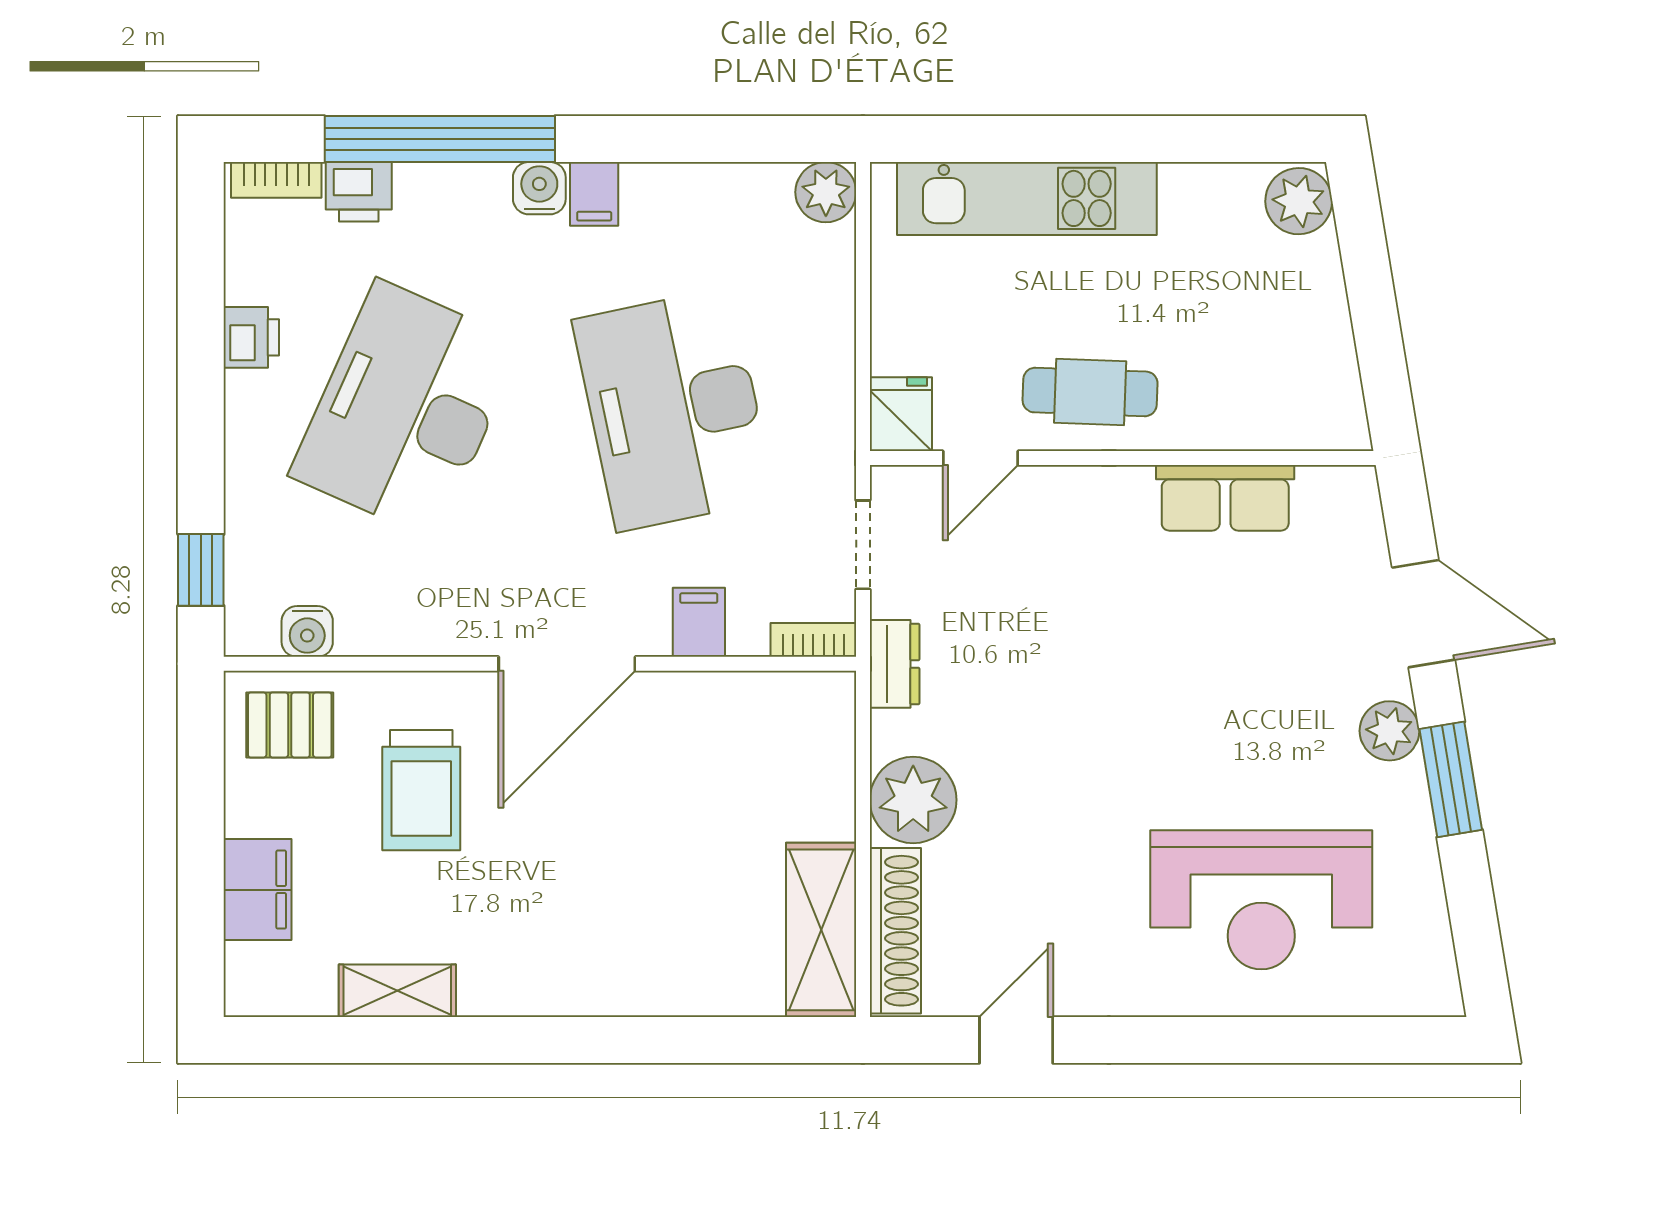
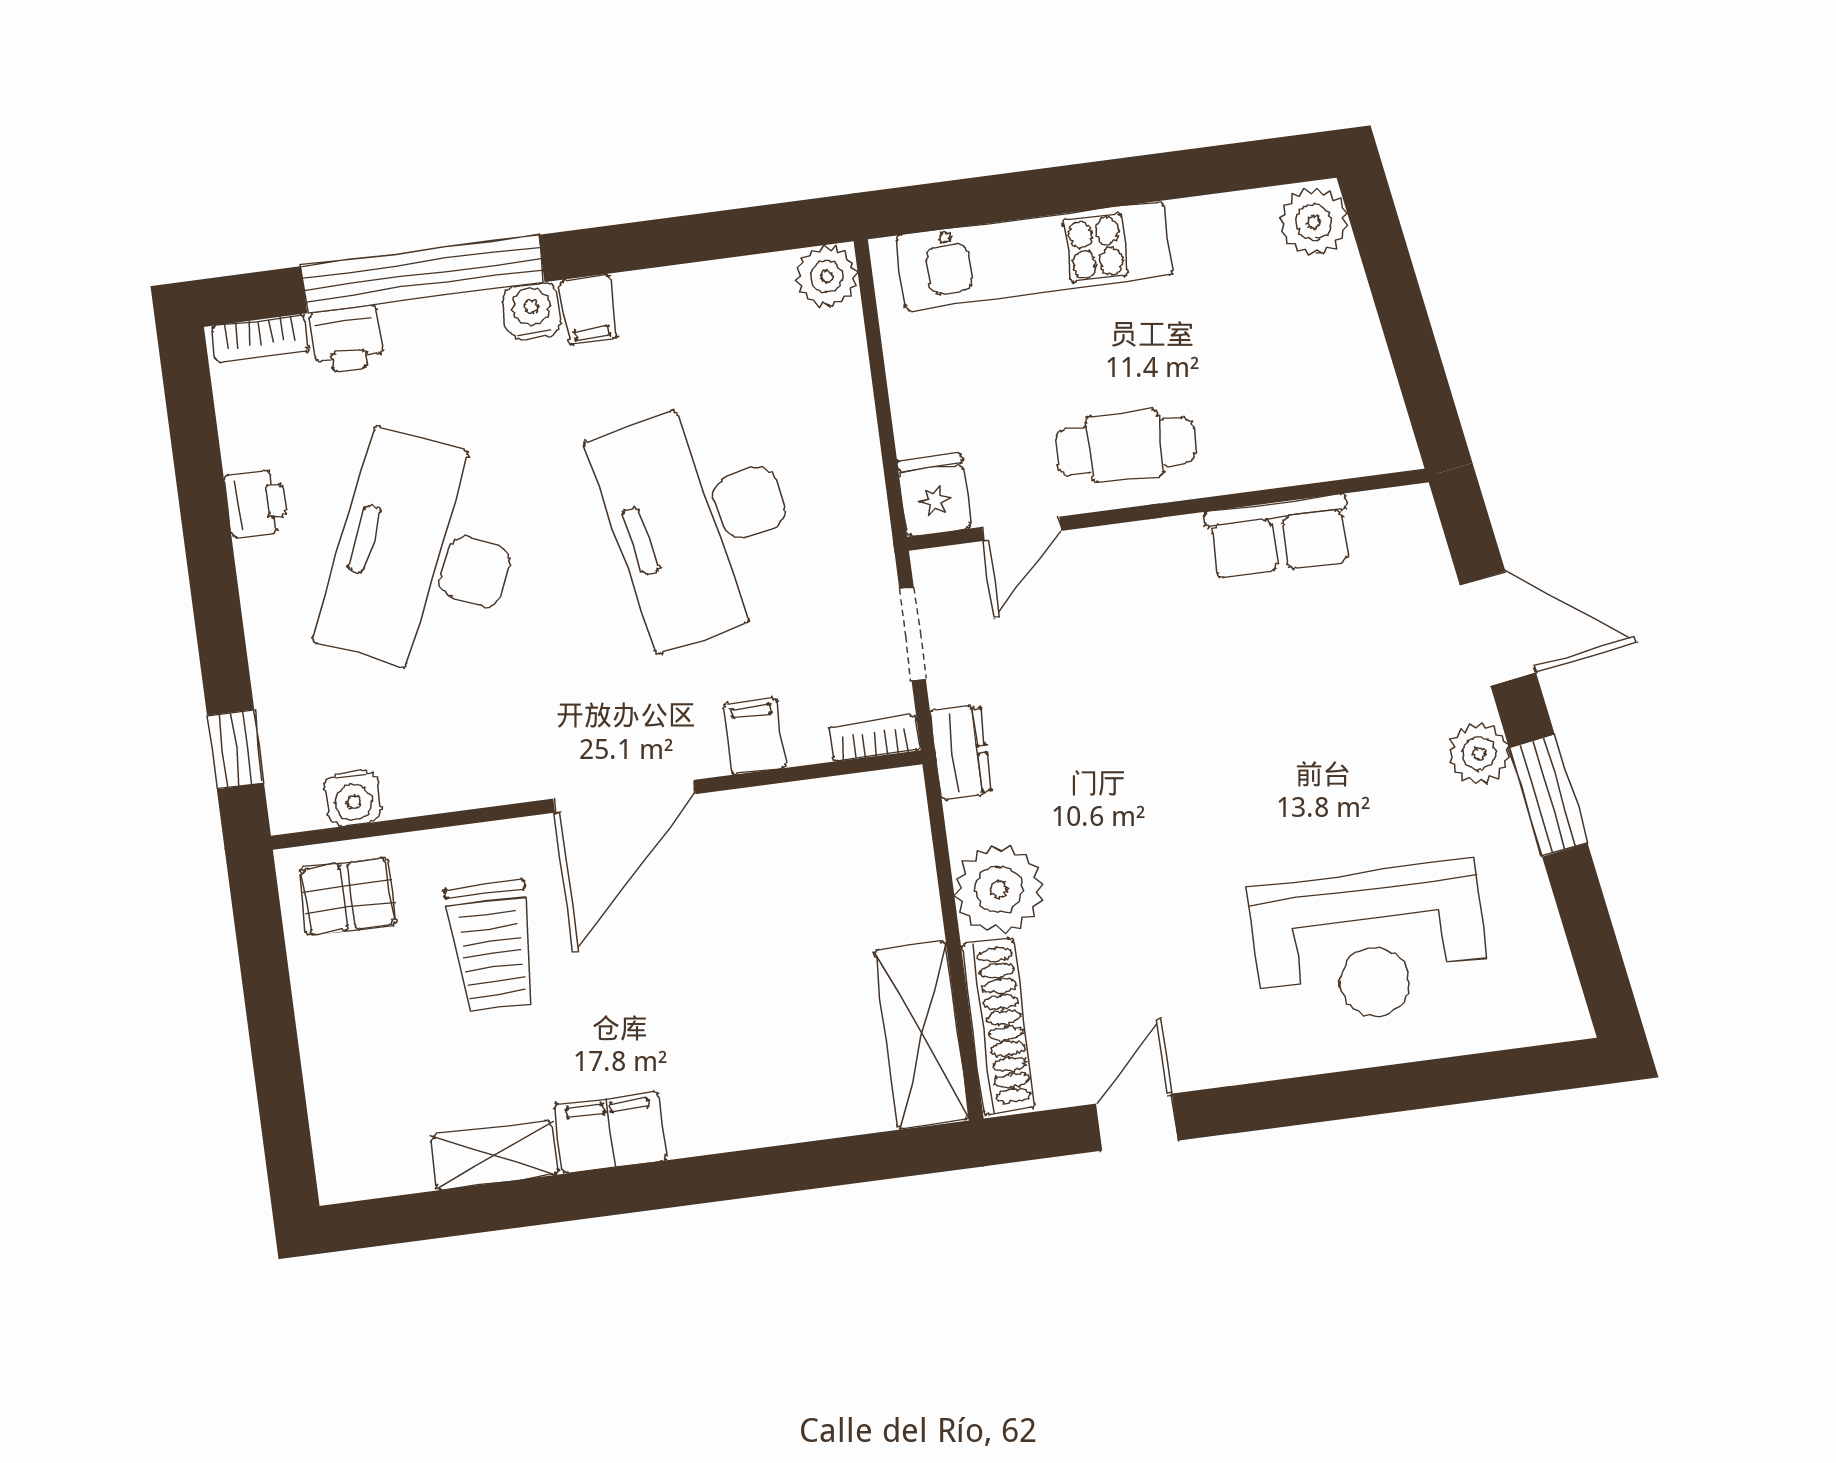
filing cabinet: (258, 890) -> (610, 1132), moved, turned -90

